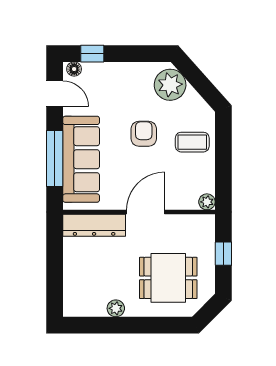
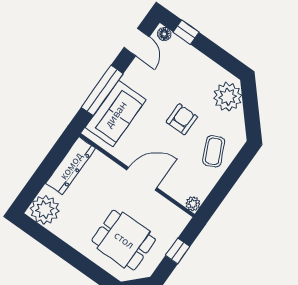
coffee table: (192, 142) -> (214, 151), turned 65
sofa: (81, 159) -> (116, 114), width x0.73
dresser: (94, 225) -> (71, 166), moved, turned -90
plant: (116, 308) -> (45, 210), moved, width x1.87, depth x1.87

